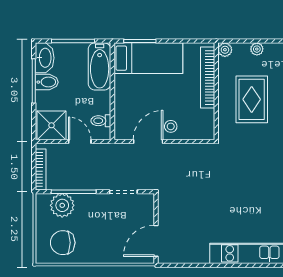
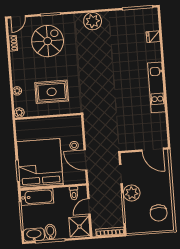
bed: (148, 58) -> (40, 163), width x2.04
bookcase: (208, 78) -> (39, 123), removed
plant: (62, 205) -> (132, 193), moved

